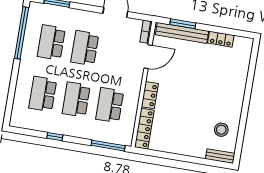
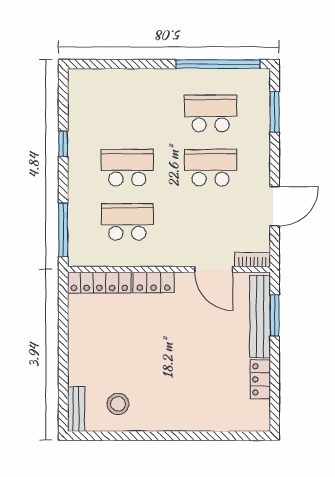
school desk: (43, 94) -> (127, 113), removed

